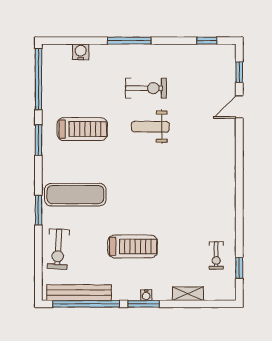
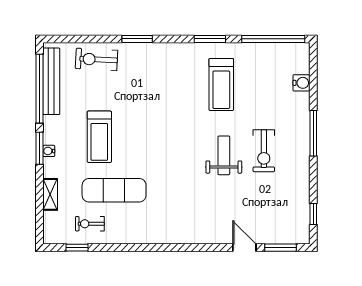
window: (239, 72) -> (280, 248), width x1.50
exercise mat: (75, 195) -> (114, 190), moved, turned 90

